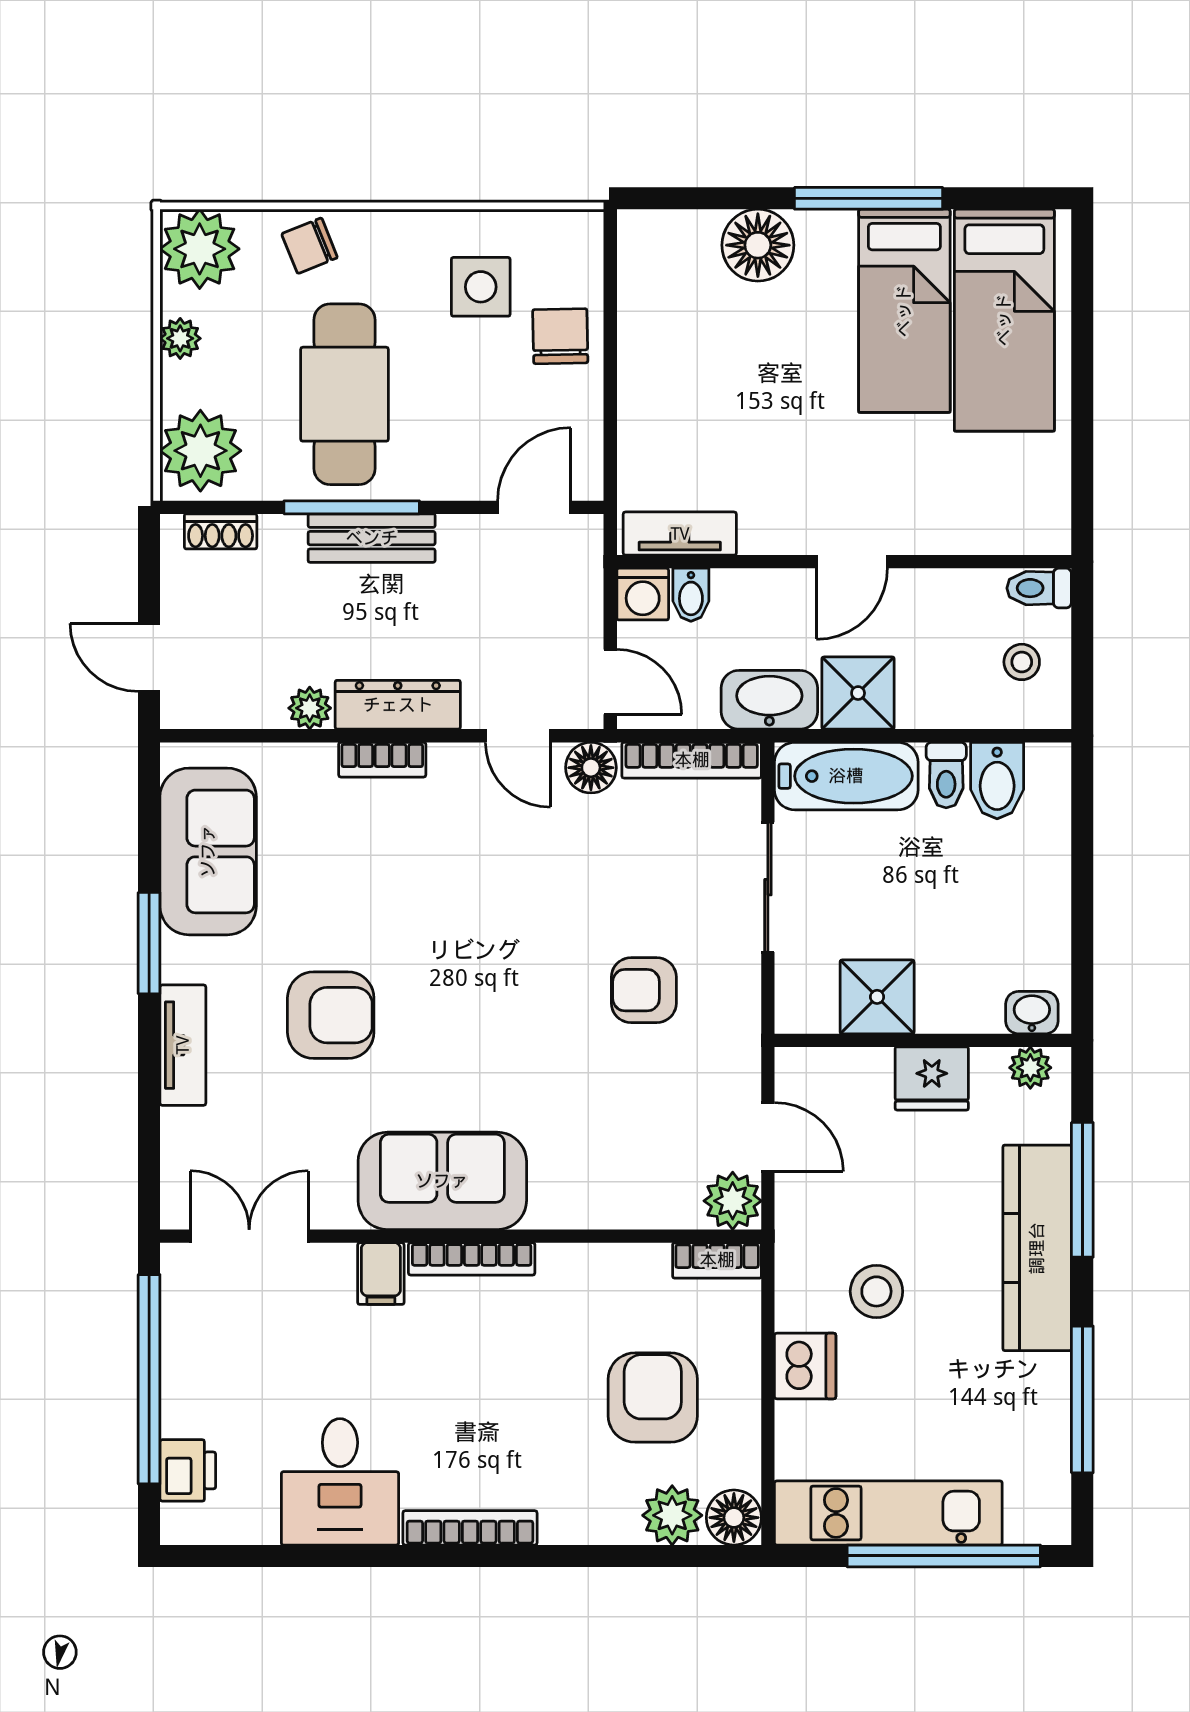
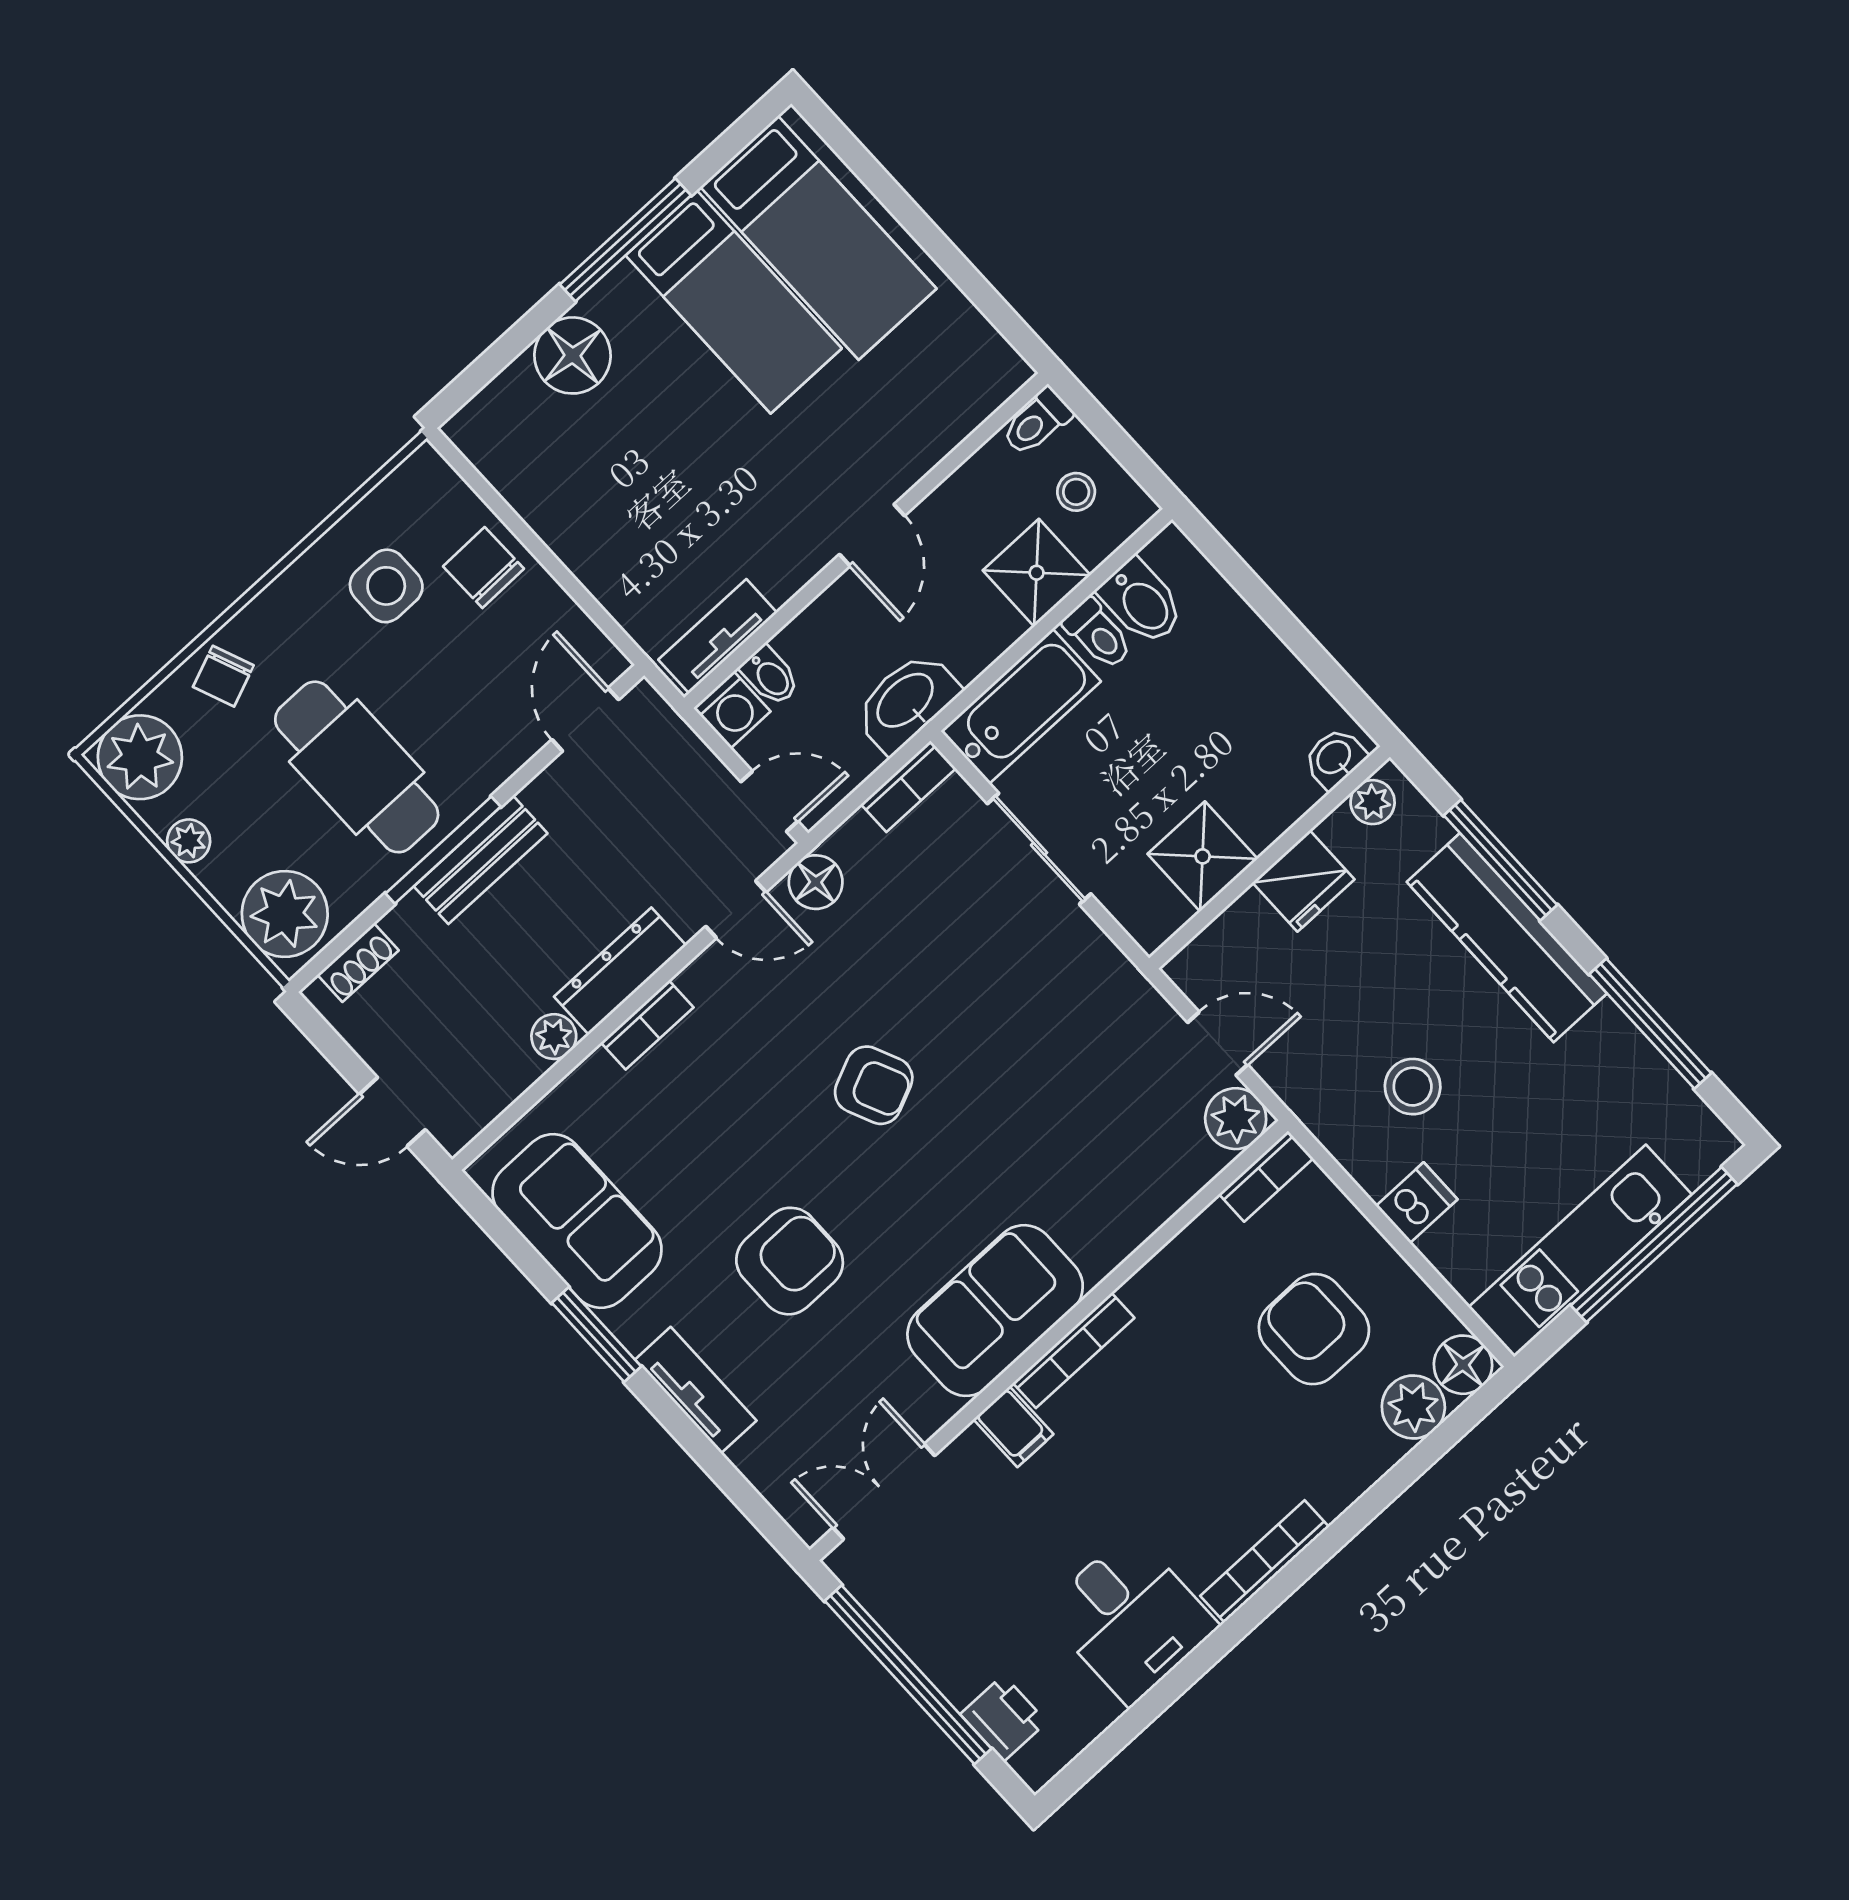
shower: (858, 693) -> (1037, 573), moved
bookcase: (692, 760) -> (908, 786), width x0.64
armchair: (644, 990) -> (874, 1085), moved, turned -114
dishwasher: (805, 1366) -> (1417, 1203), width x0.73

